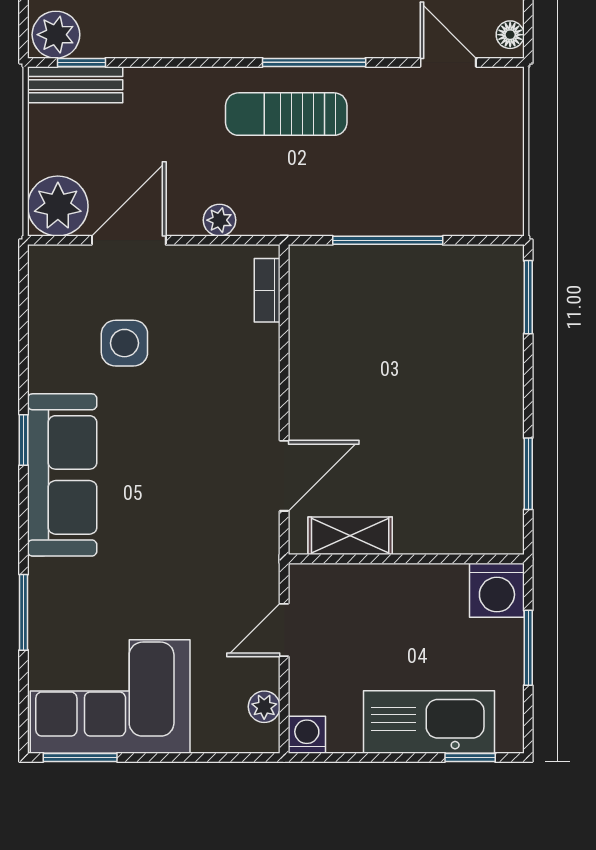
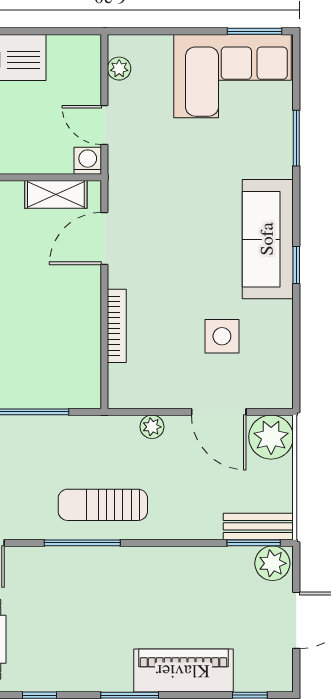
window: (82, 62) -> (254, 543), width x1.50
sun lounger: (286, 114) -> (103, 505), turned 180
door: (129, 240) -> (219, 412), hinge flipped
bookcase: (267, 290) -> (117, 326), moved, width x1.56
door: (284, 630) -> (104, 125), swing flipped
washing machine: (307, 735) -> (88, 161), moved, turned 180

